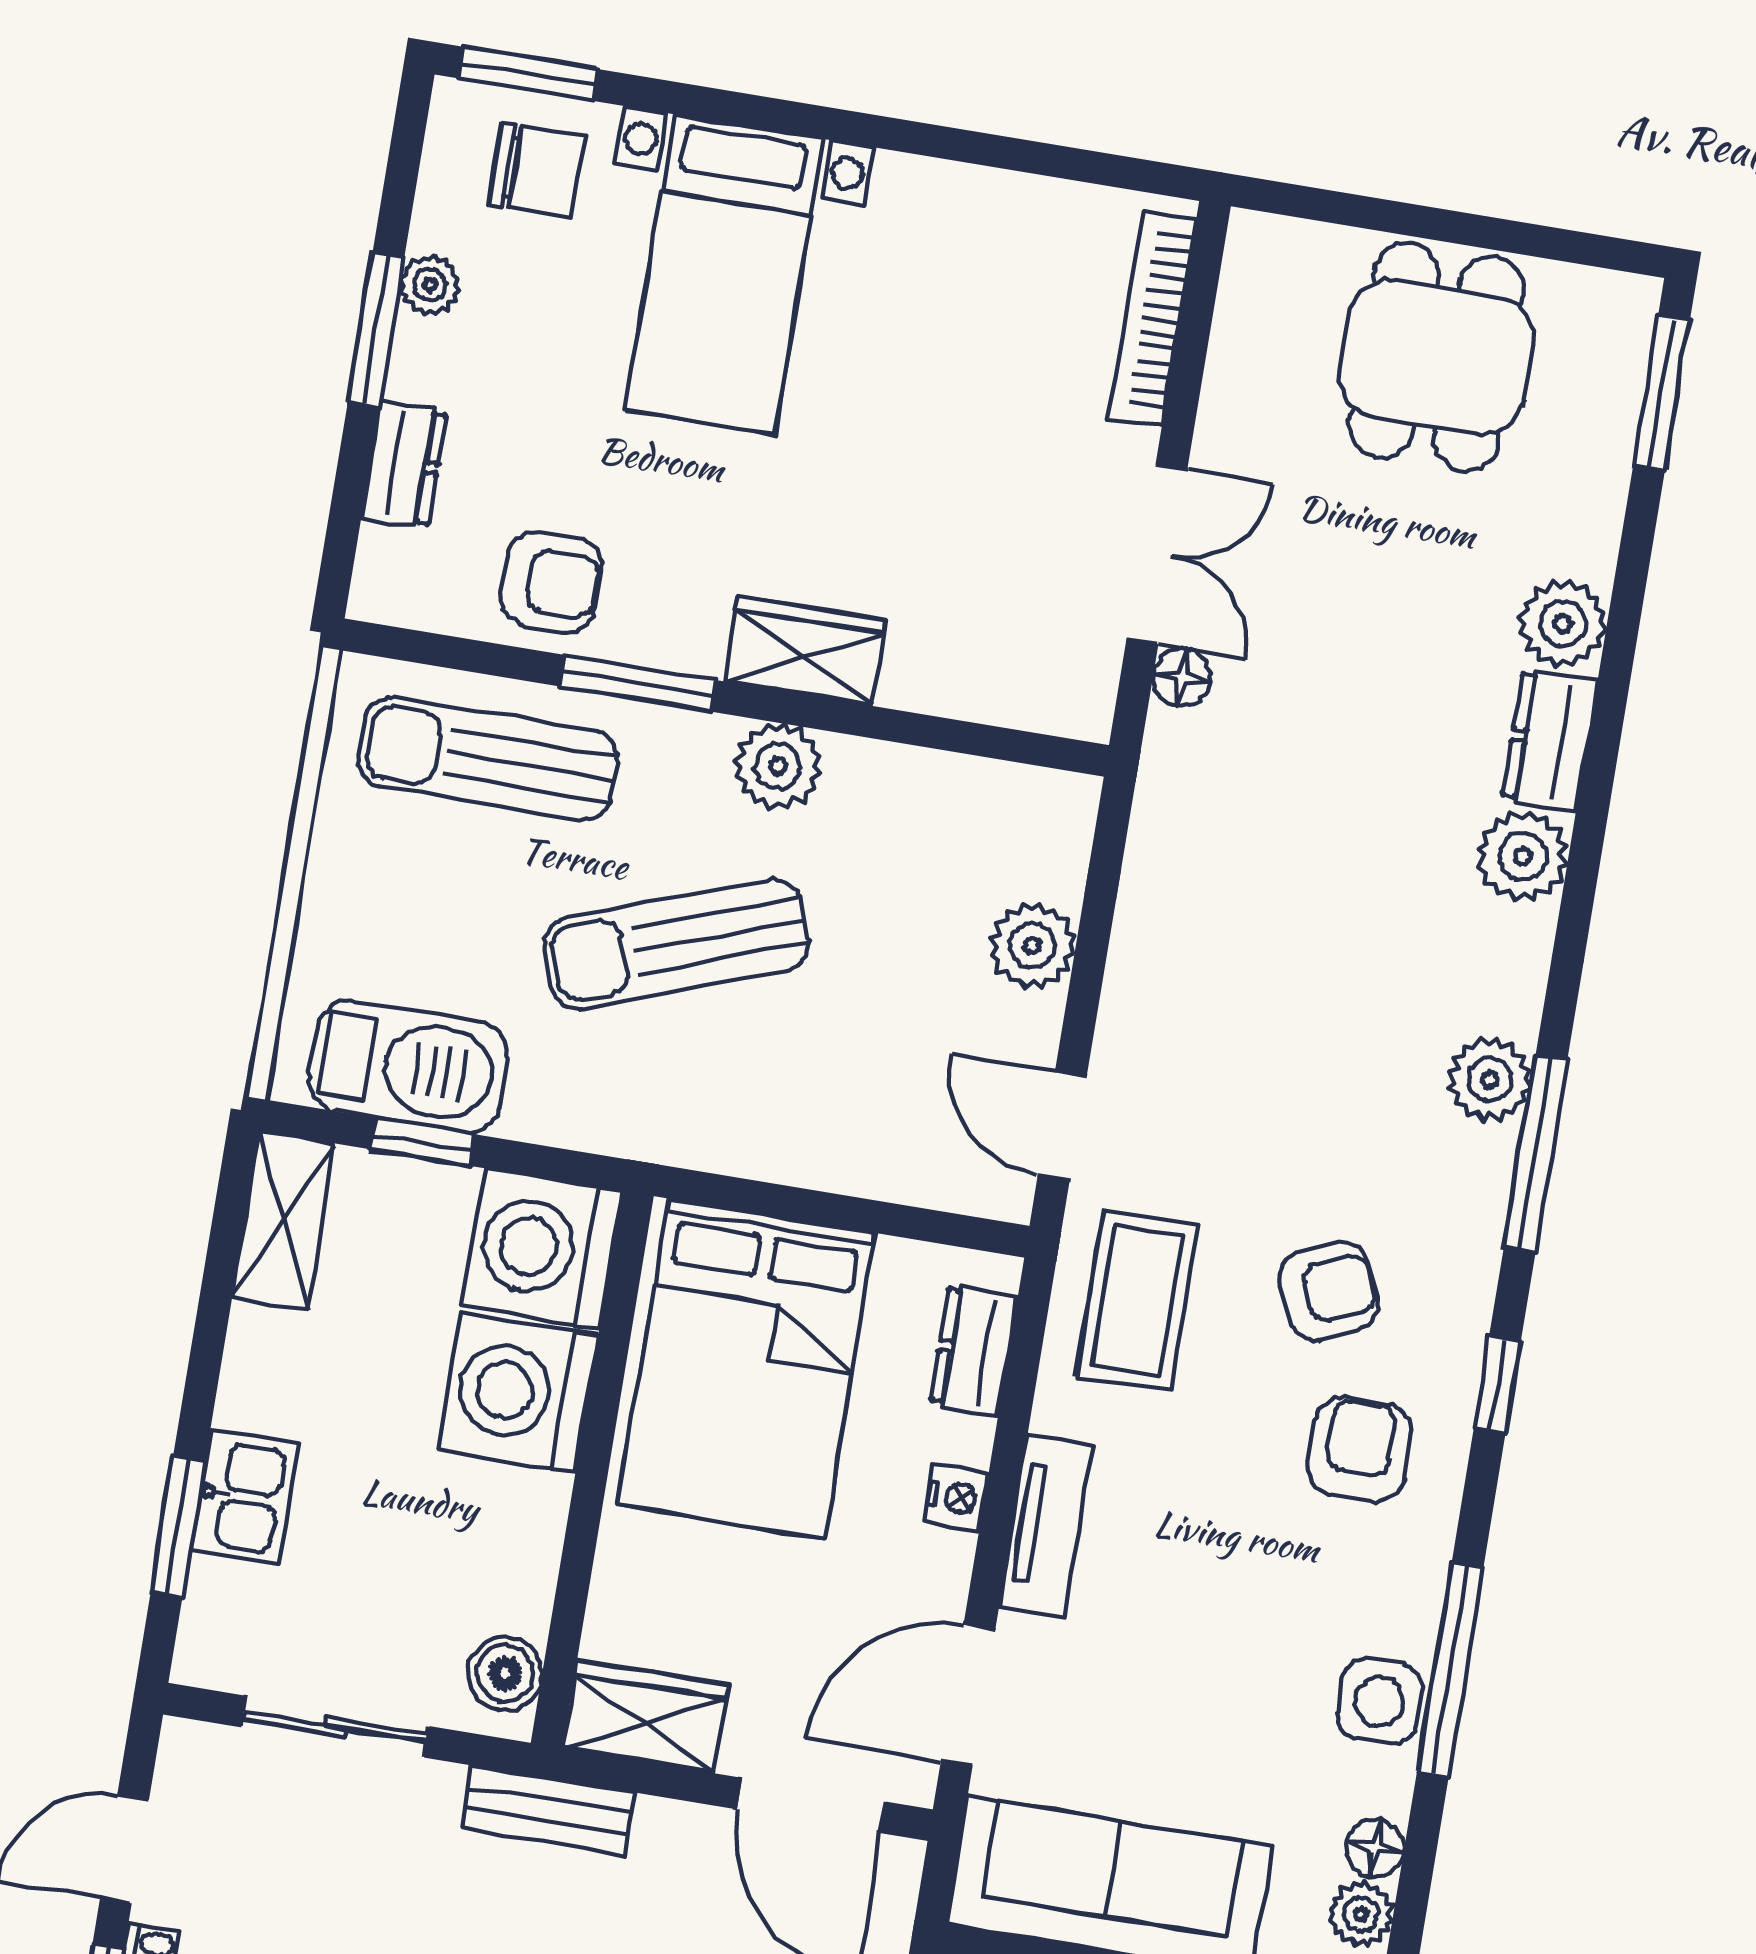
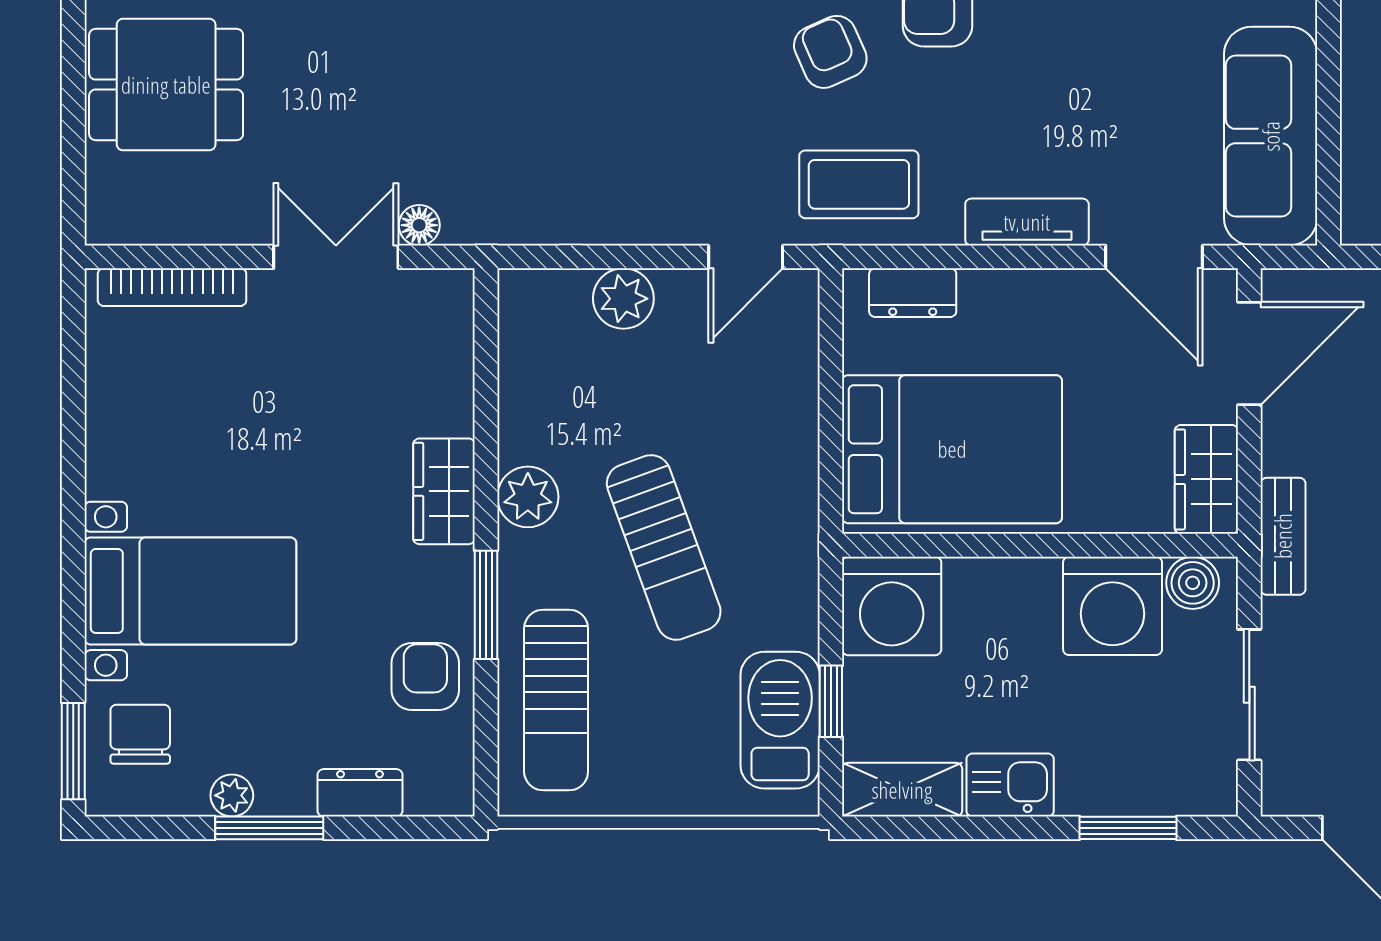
washing machine: (518, 1393) -> (1113, 606), moved
kitchen sink: (244, 1497) -> (1010, 785), moved
nightstand: (956, 1497) -> (1017, 288), removed

